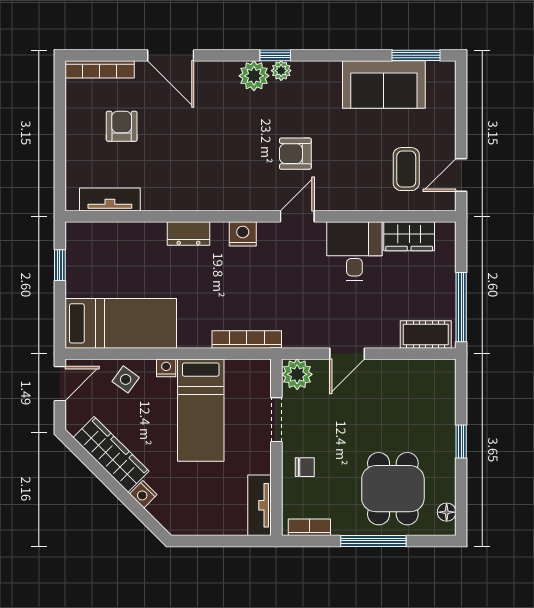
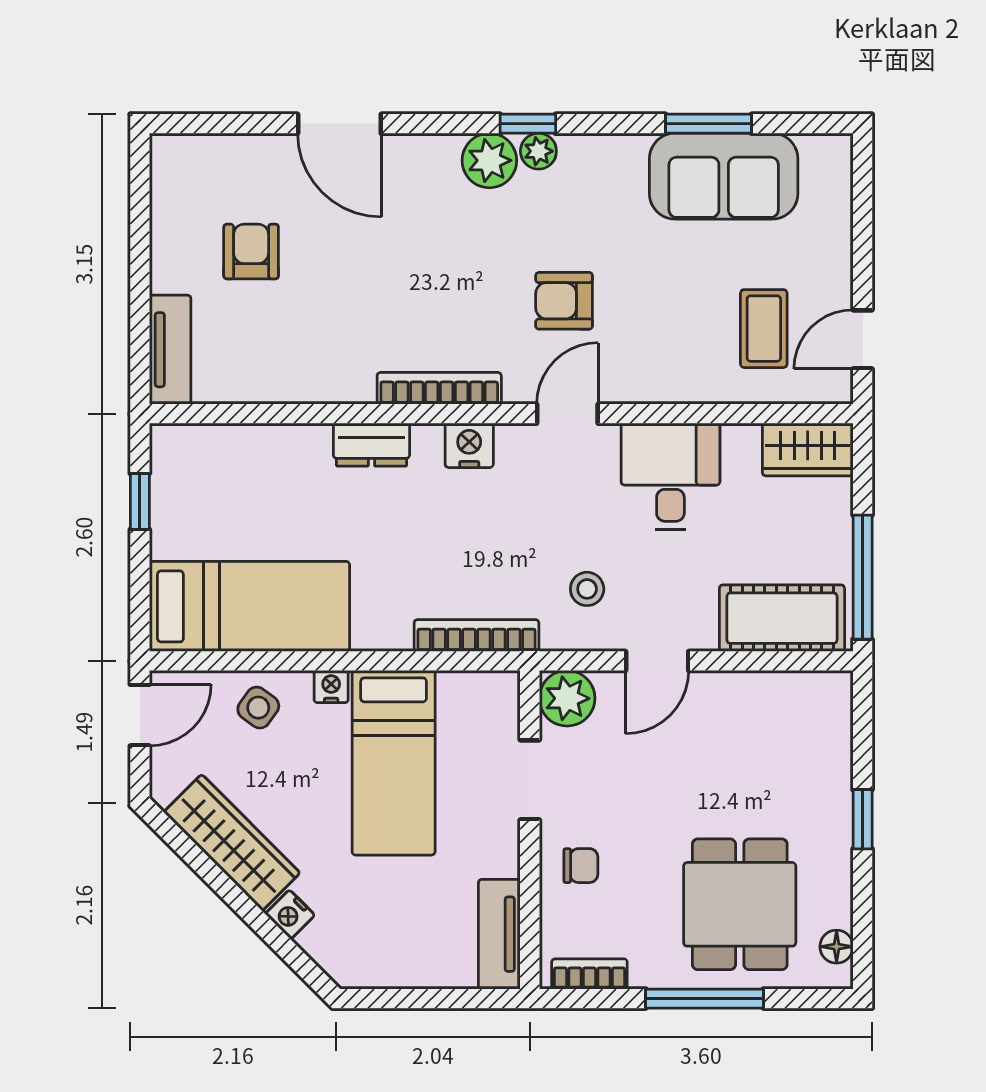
window: (416, 55) -> (708, 124), moved
bookcase: (100, 69) -> (439, 388), moved, turned 180
tv unit: (110, 199) -> (170, 350), moved, turned 90
wardrobe: (409, 236) -> (808, 450), moved
stool: (308, 314) -> (587, 589), added
cot: (426, 334) -> (782, 618), width x1.37, depth x1.34

